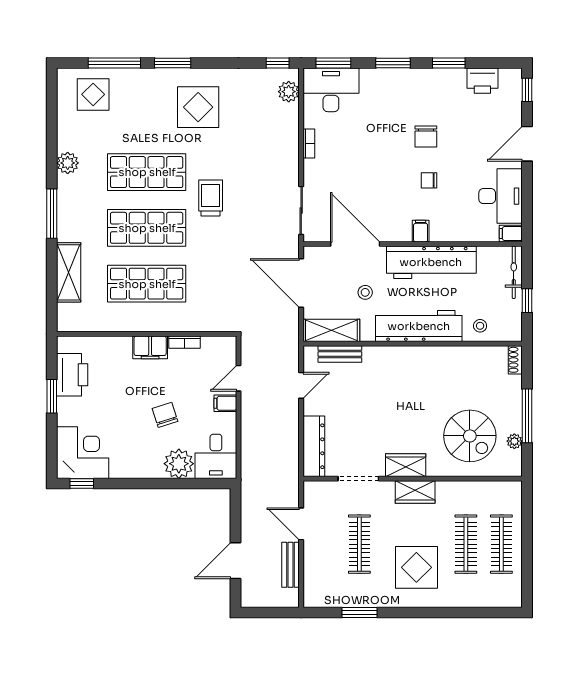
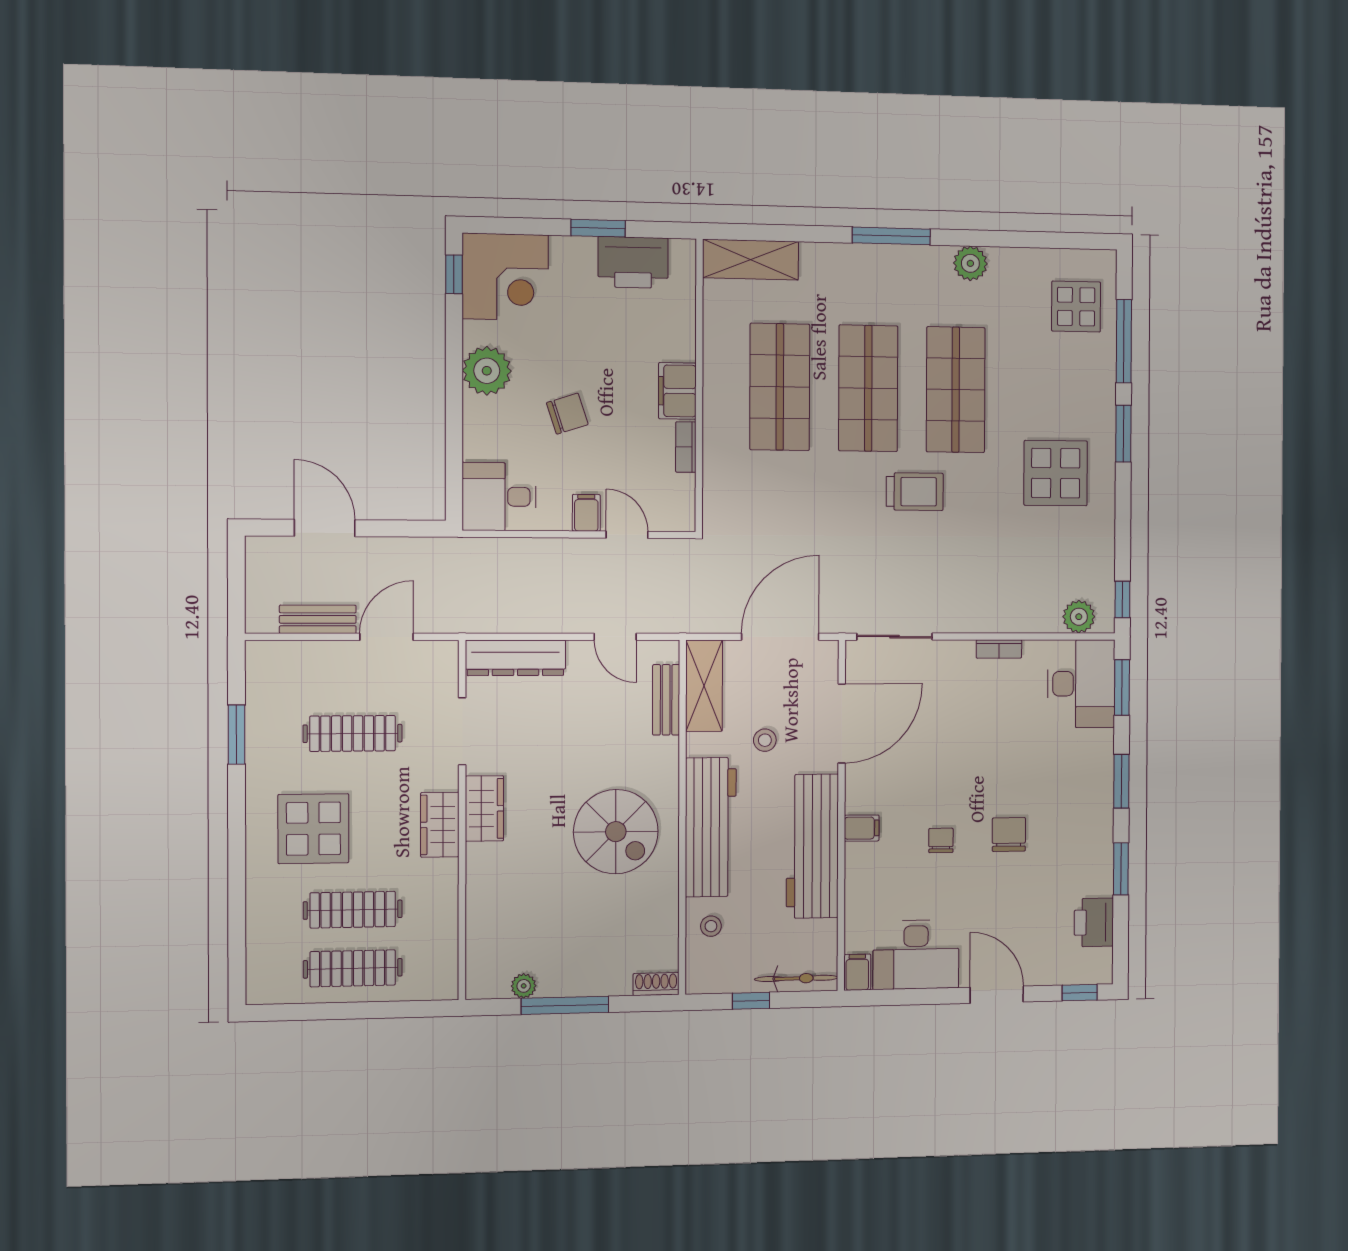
chair: (426, 136) -> (1009, 835), turned 90
shelving: (69, 272) -> (751, 260), moved
spiral stairs: (470, 436) -> (616, 832), moved, turned -90
plant: (179, 464) -> (487, 371), moved

